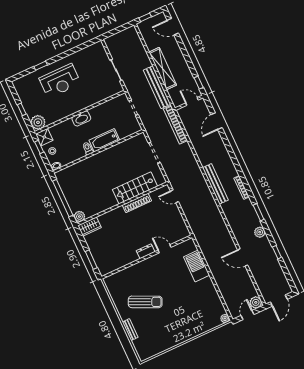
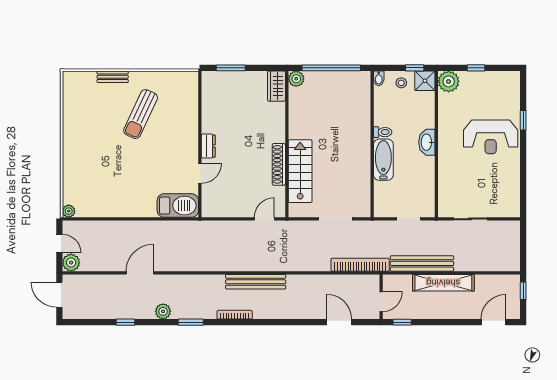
reception desk: (60, 81) -> (491, 137), turned -90
barbecue: (197, 266) -> (178, 206), moved

